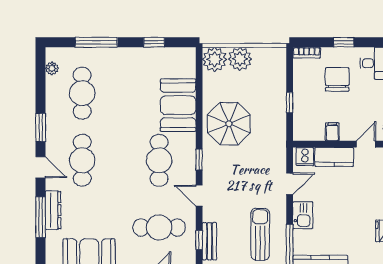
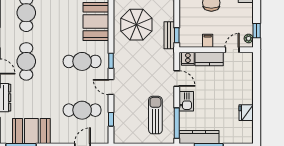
window: (290, 103) -> (177, 35), moved
parasol: (229, 124) -> (136, 25), moved
cafe table: (159, 160) -> (82, 61), turned 90
door: (290, 184) -> (177, 78), hinge flipped
bench: (209, 241) -> (169, 35), moved

